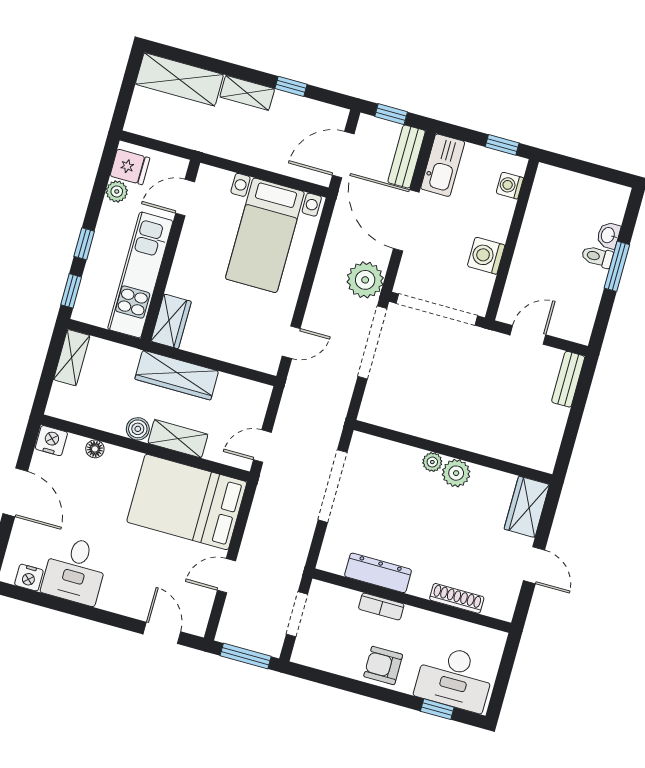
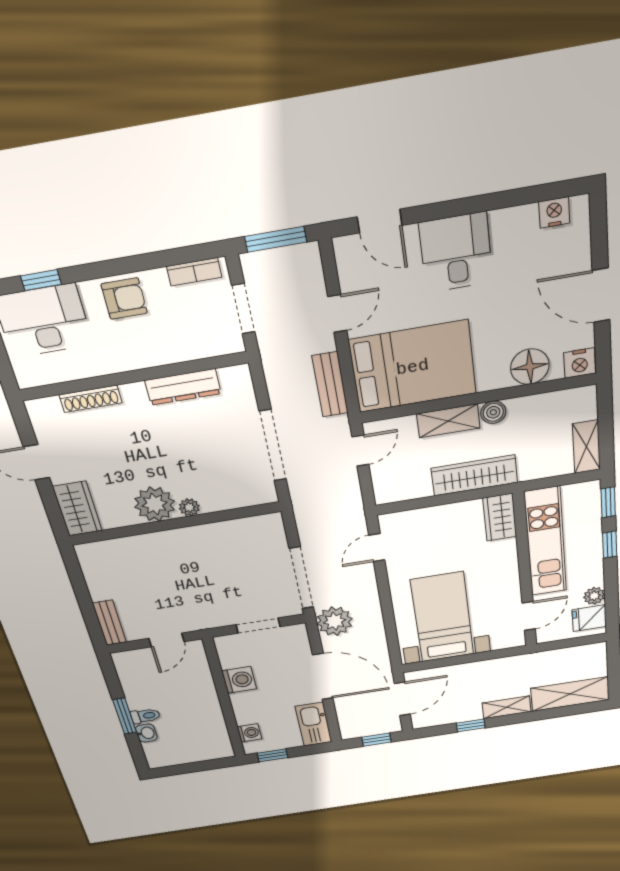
bench: (407, 157) -> (330, 385), moved
doorway: (437, 310) -> (258, 626), width x0.53
floor lamp: (95, 449) -> (530, 367), width x1.89, depth x1.89
plant: (456, 473) -> (155, 504), width x1.36, depth x1.36
desk: (75, 570) -> (456, 252), moved
bookcase: (381, 607) -> (194, 272), moved, turned 180

